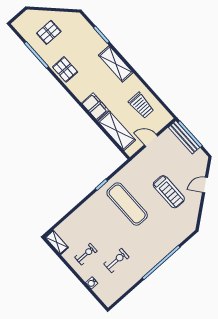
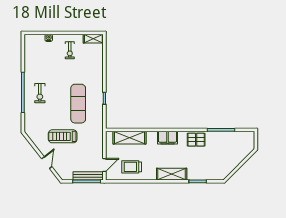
pallet: (49, 32) -> (228, 150), removed
filing cabinet: (95, 107) -> (168, 138), moved
door: (151, 140) -> (104, 165), moved
exercise mat: (127, 204) -> (78, 104), turned 90
exercise bike: (116, 261) -> (40, 93), moved

